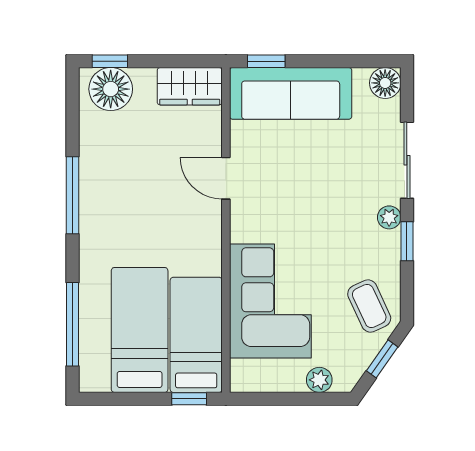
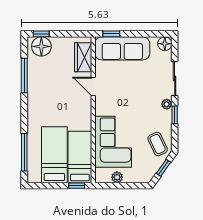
wardrobe: (190, 86) -> (83, 57), moved, turned 90
window: (73, 195) -> (24, 76), moved
plant: (319, 380) -> (117, 177), moved

